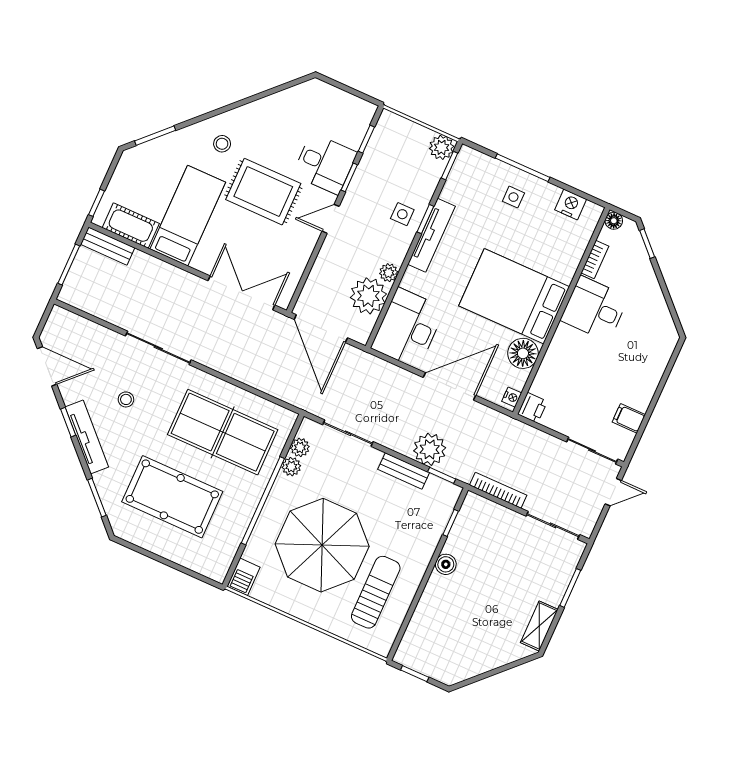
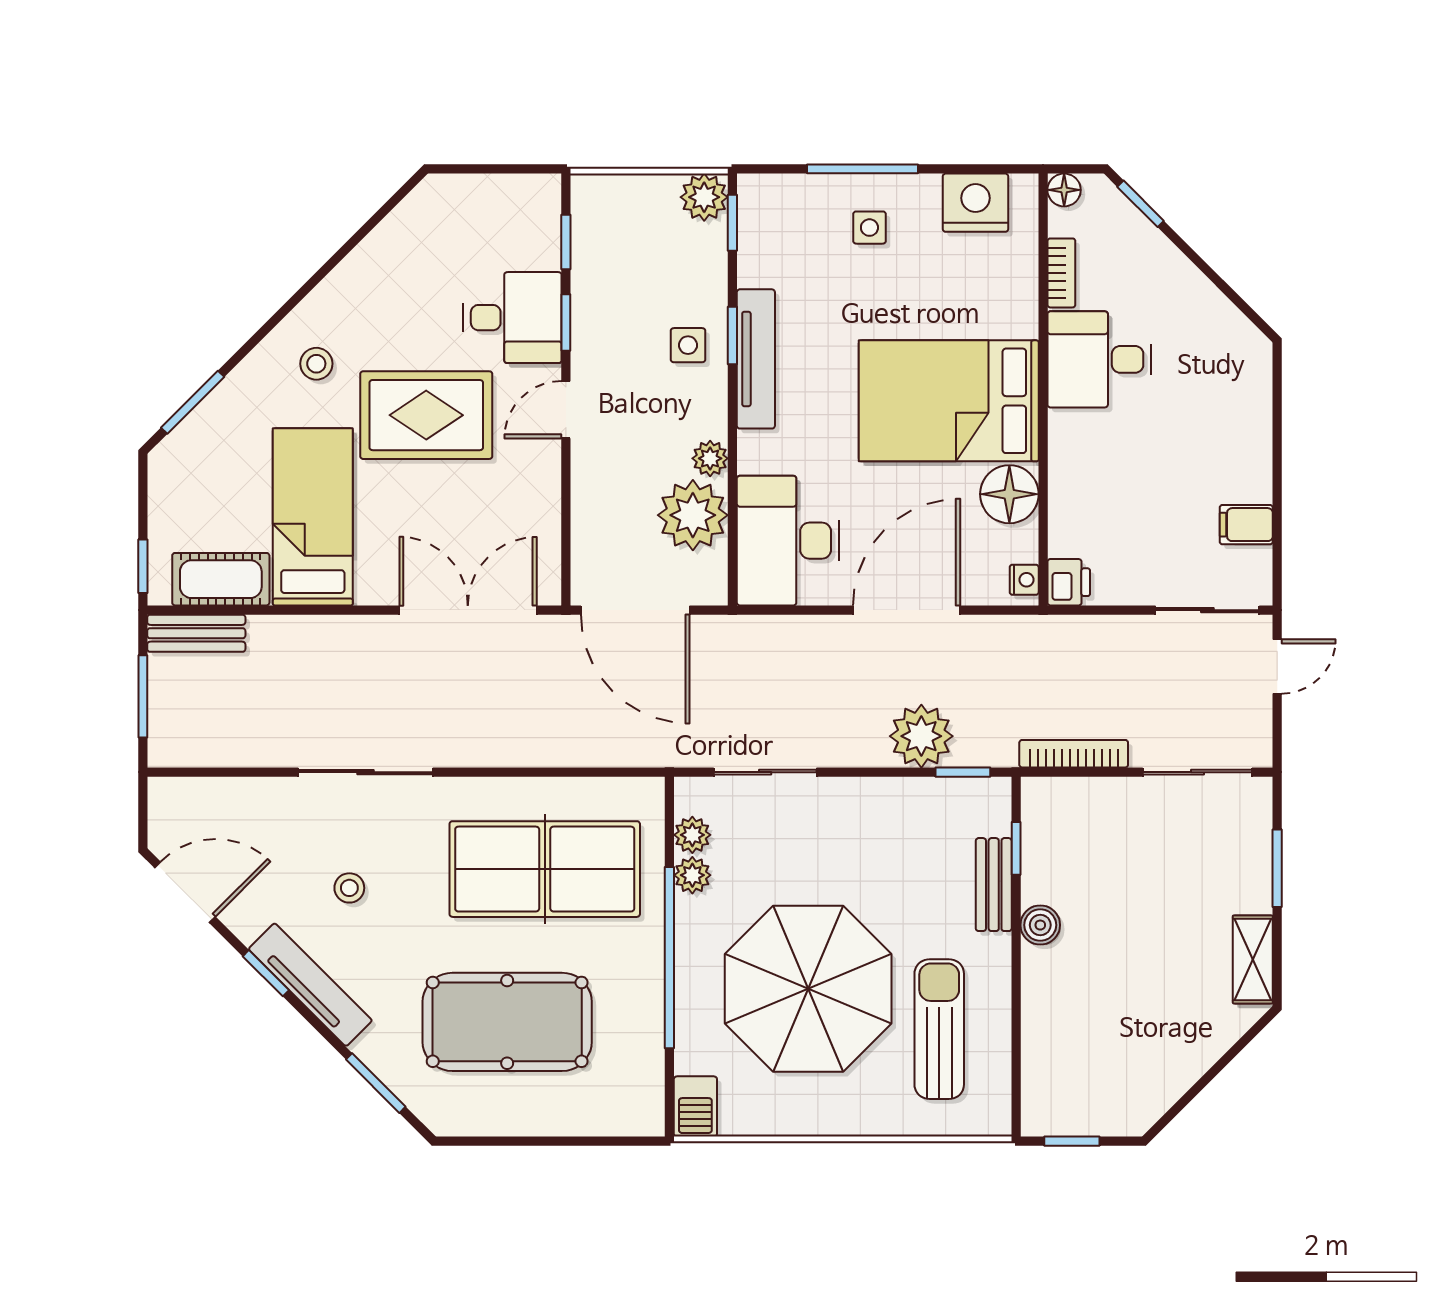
nightstand: (571, 204) -> (976, 203), width x1.36, depth x1.33
bench: (404, 471) -> (994, 885), moved, turned 90

